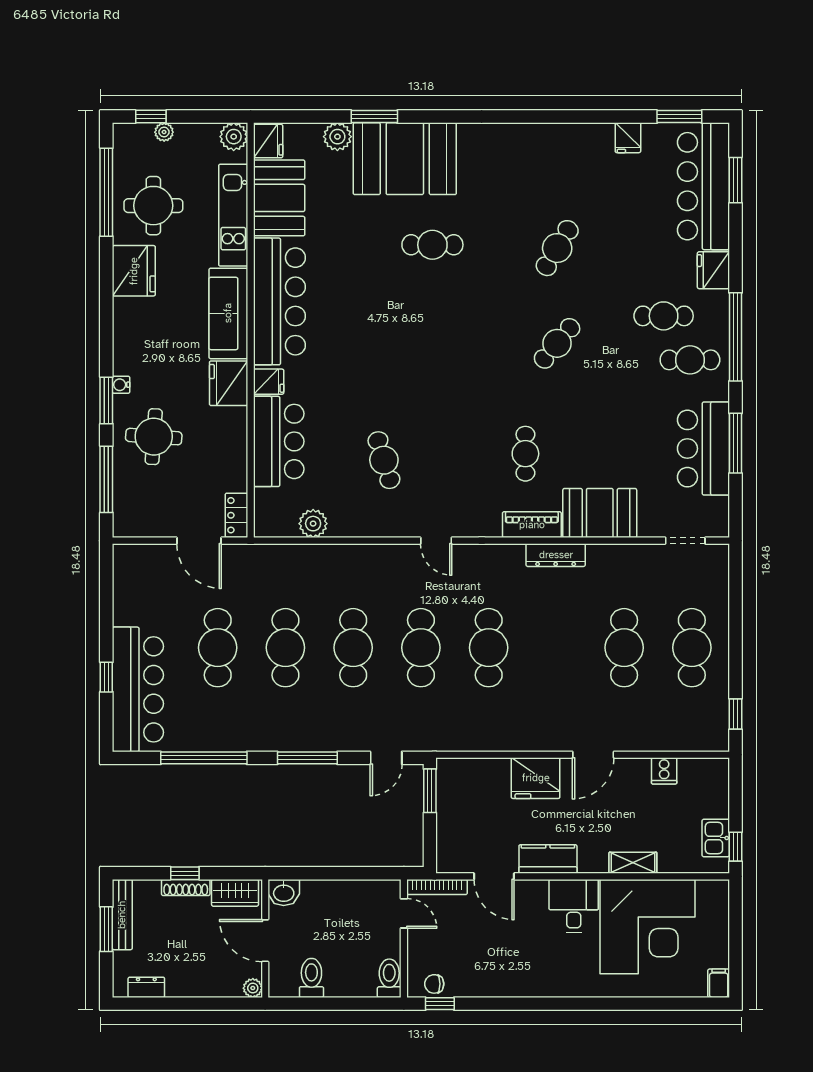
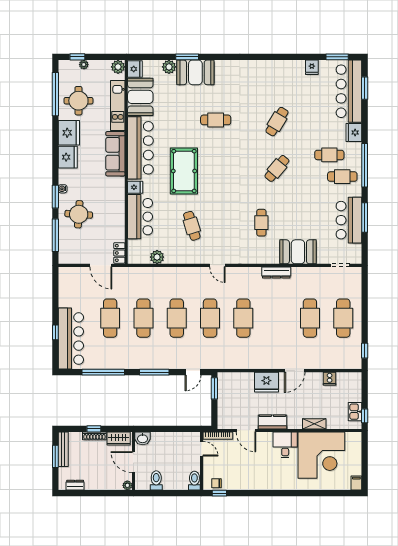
booth: (405, 159) -> (195, 72), width x0.73, depth x0.70
pool table: (368, 349) -> (184, 171), added
fridge: (229, 383) -> (68, 157), moved, turned 180
piano: (532, 525) -> (265, 258), removed

